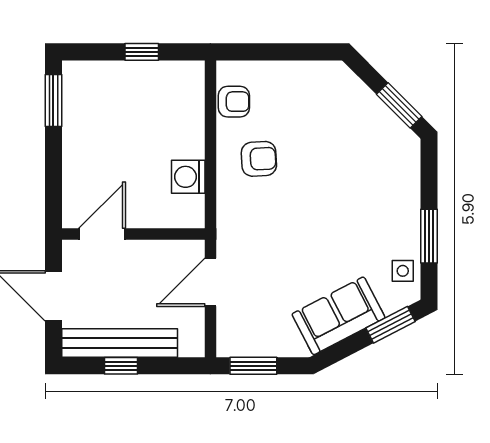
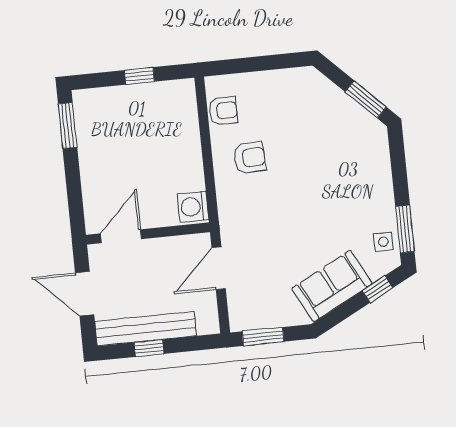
washing machine: (188, 177) -> (193, 207), moved
window: (429, 236) -> (405, 229), moved
window: (391, 325) -> (378, 289), width x0.67

